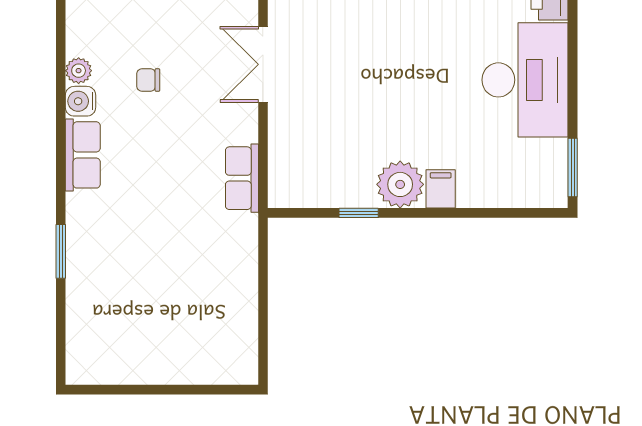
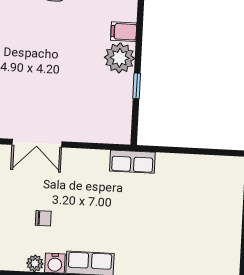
chair: (148, 80) -> (43, 218), turned -90
row of seats: (242, 178) -> (132, 162), moved

